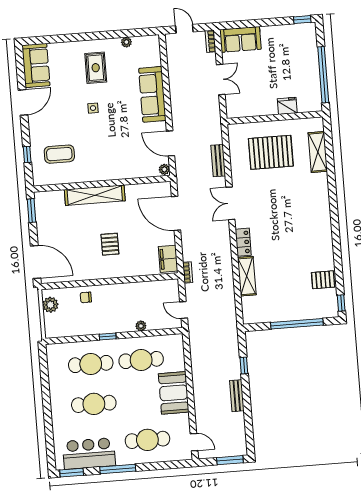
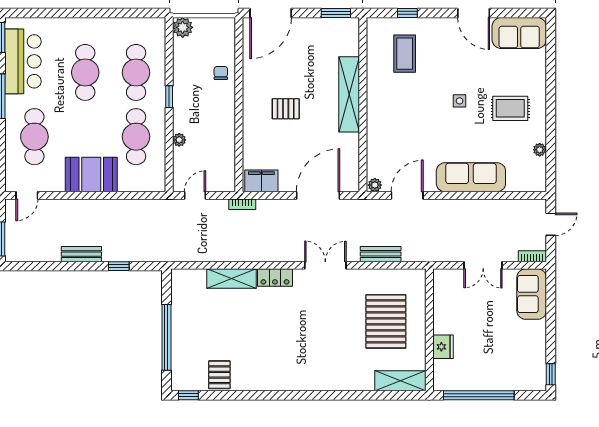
shelving: (318, 152) -> (400, 381), moved
plant: (50, 305) -> (183, 27), moved

